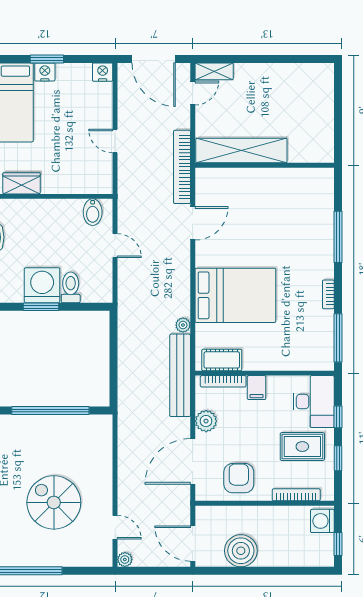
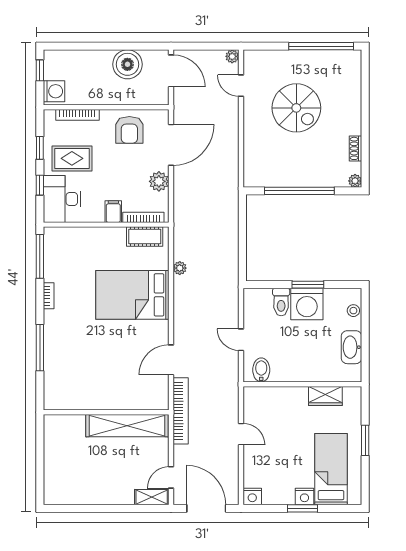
bench: (180, 375) -> (182, 223), removed

